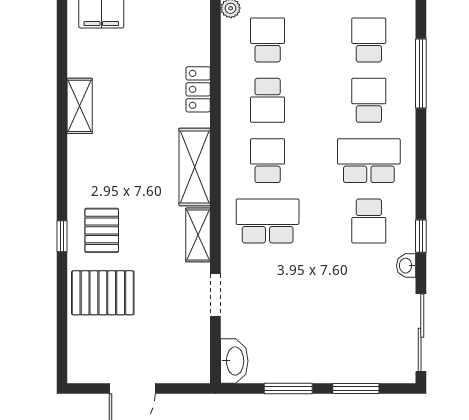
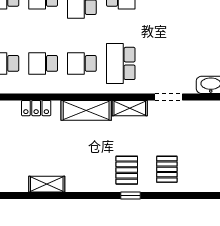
school desk: (268, 100) -> (43, 63), turned 180
pallet: (102, 230) -> (127, 170), turned 90
pallet: (103, 293) -> (167, 169), width x0.67, depth x0.71

